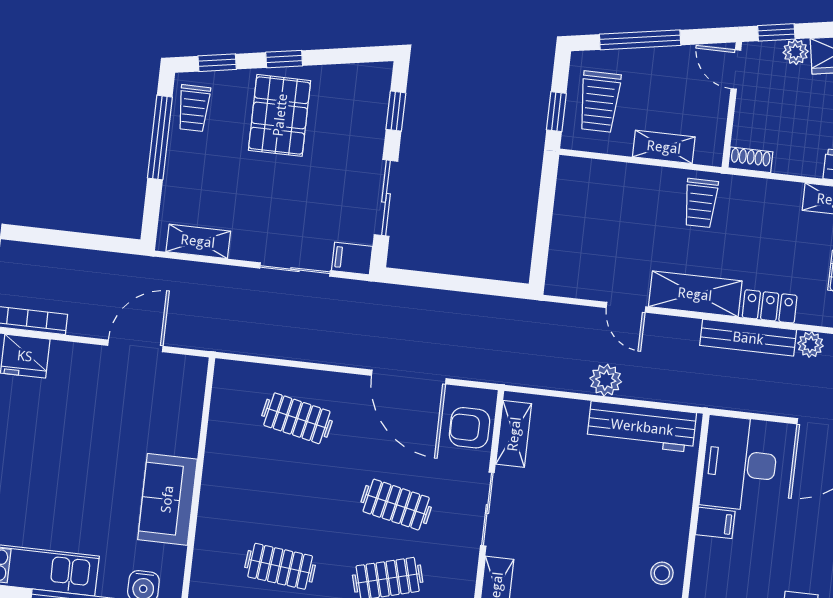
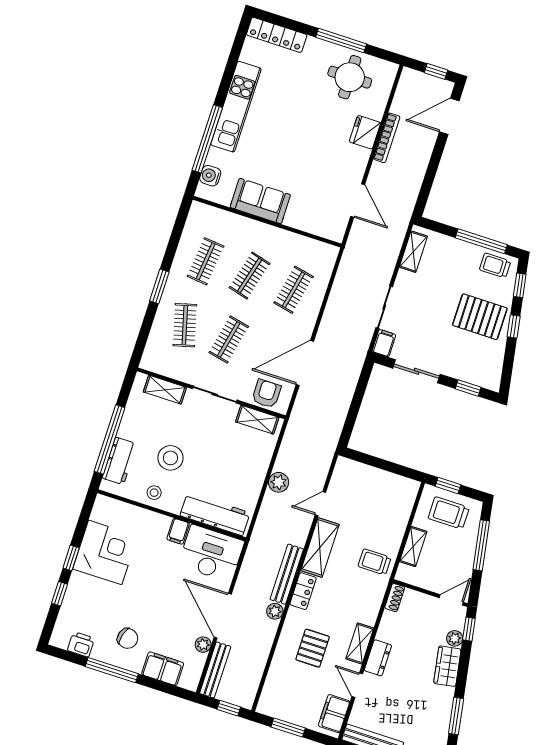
workbench: (642, 427) -> (215, 514), moved, turned 90
clothes rail: (288, 492) -> (250, 276), added
stool: (602, 559) -> (170, 458), added

